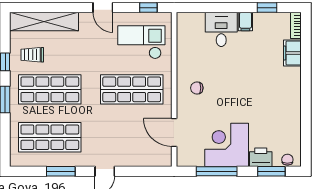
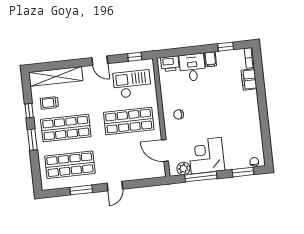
printer: (261, 157) -> (170, 64), moved, turned 180
plant: (195, 158) -> (183, 169), added

